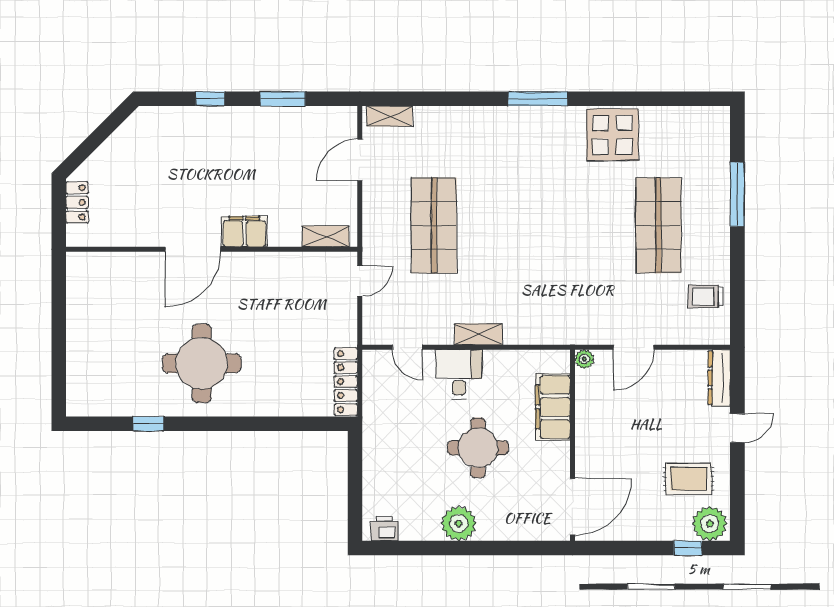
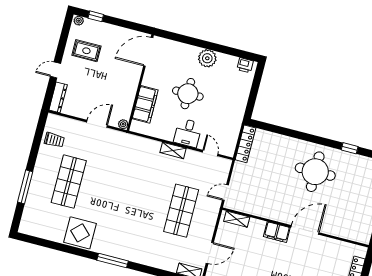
plant: (710, 524) -> (79, 21), width x0.53, depth x0.53

